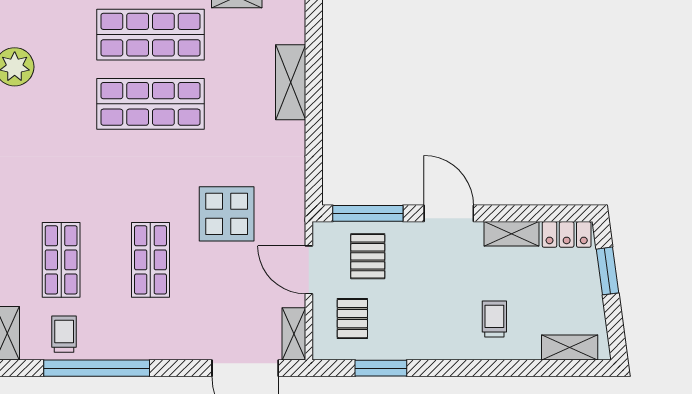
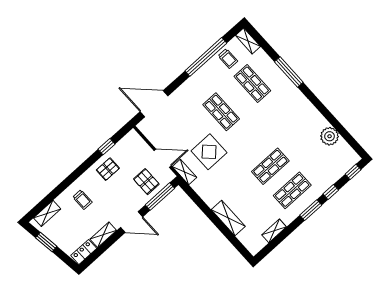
shop shelf: (150, 35) -> (292, 190), width x0.70, depth x0.74
shop shelf: (150, 104) -> (270, 166), width x0.70, depth x0.74
window: (607, 271) -> (46, 242), moved
pallet: (352, 319) -> (108, 169), moved, turned 90
shelving: (294, 334) -> (185, 172), moved
window: (381, 368) -> (107, 147), width x0.67

